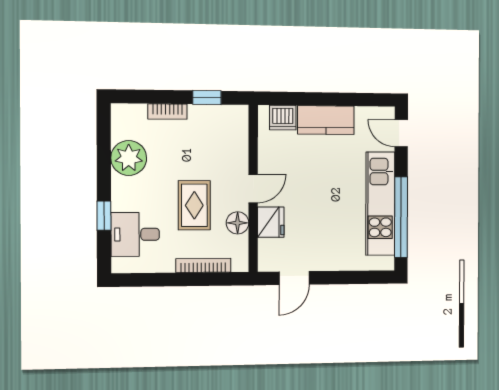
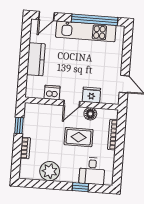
dishwasher: (283, 118) -> (52, 92), moved, turned -90
door: (253, 189) -> (72, 103), swing flipped

